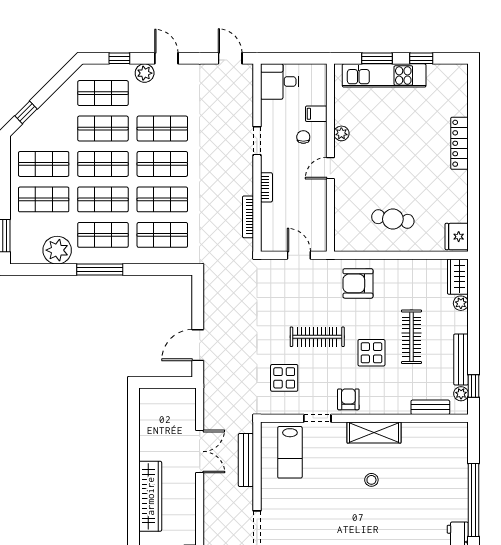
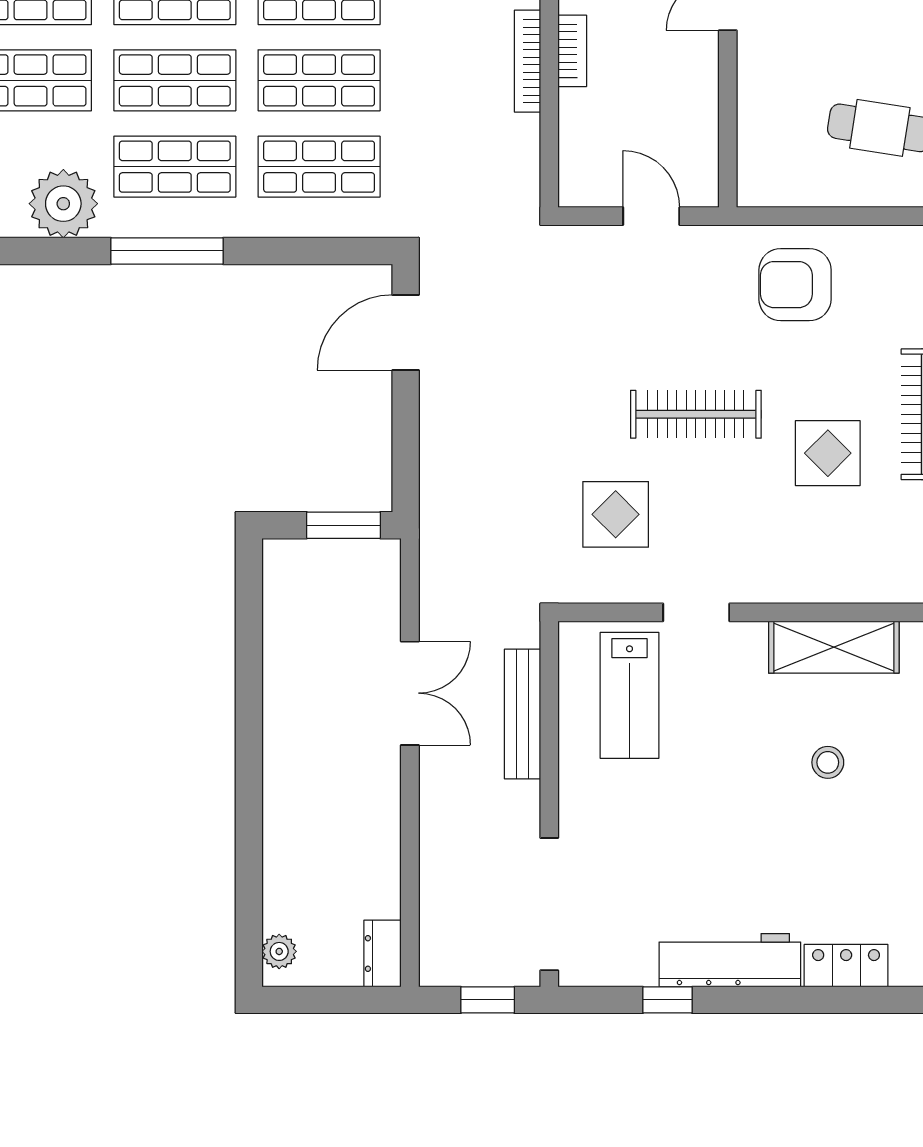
bookcase: (248, 217) -> (527, 61), moved
door: (198, 345) -> (406, 332), moved
window: (172, 382) -> (343, 525), added
armchair: (348, 399) -> (772, 566), removed
wardrobe: (150, 496) -> (290, 802), removed

